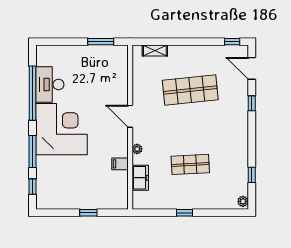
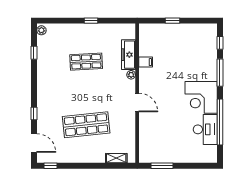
corner desk: (61, 129) -> (201, 97), width x0.74, depth x0.74
freezer: (140, 178) -> (129, 55), width x1.40

